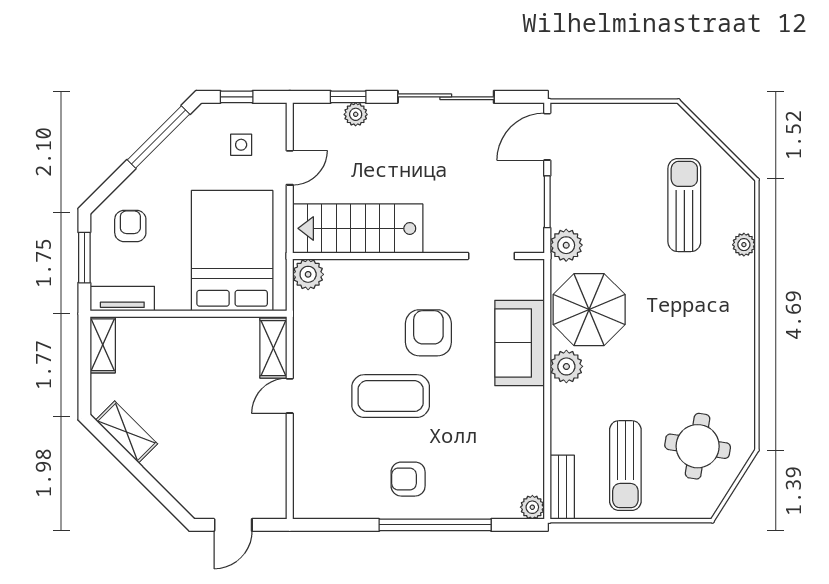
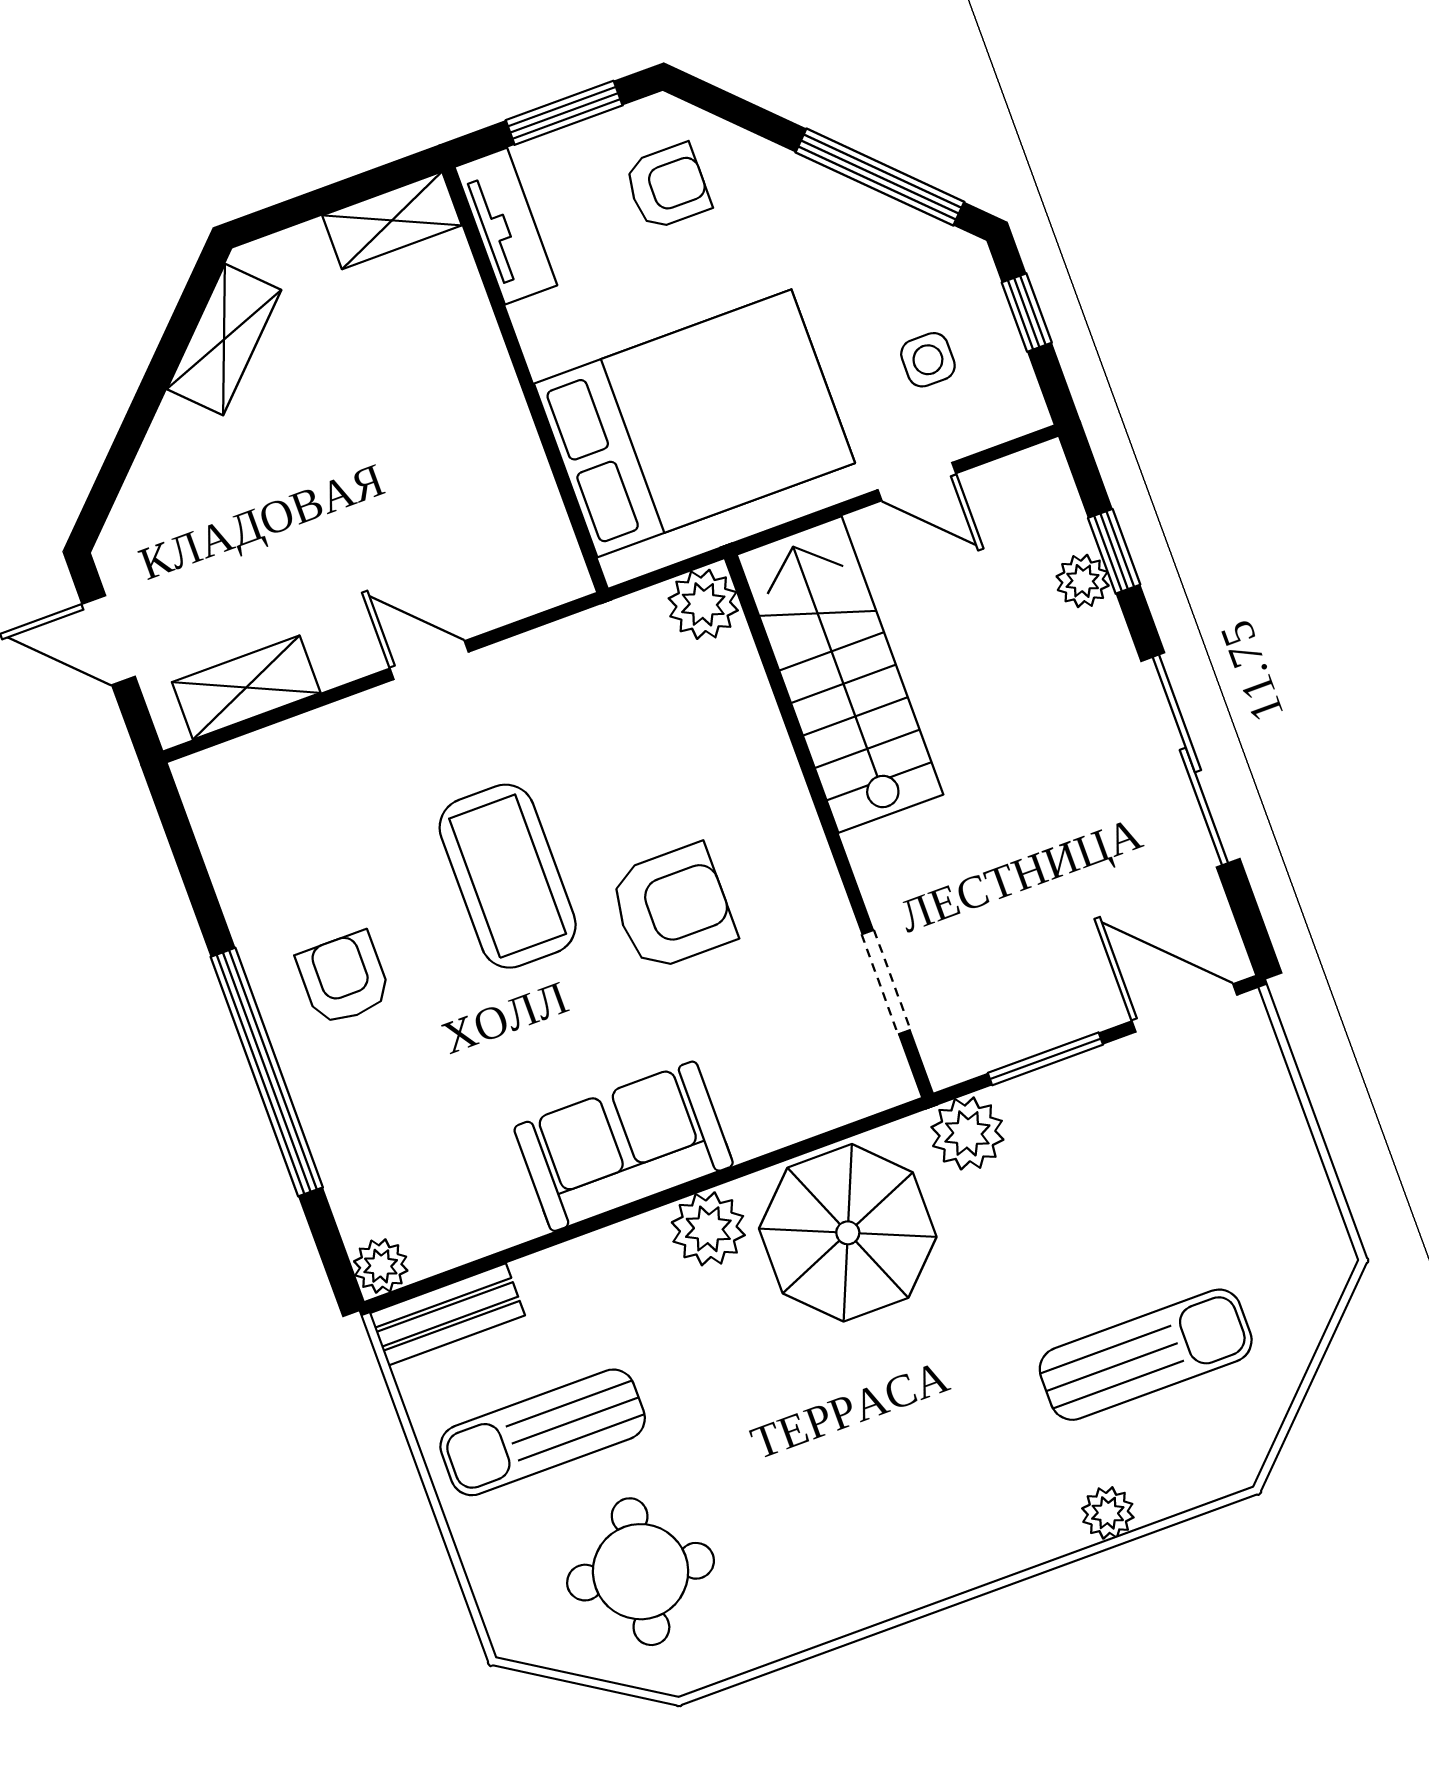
sofa: (520, 343) -> (624, 1146), moved
shelving: (273, 348) -> (246, 687), moved

